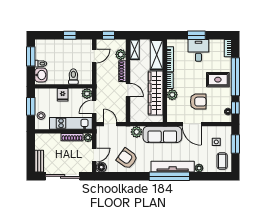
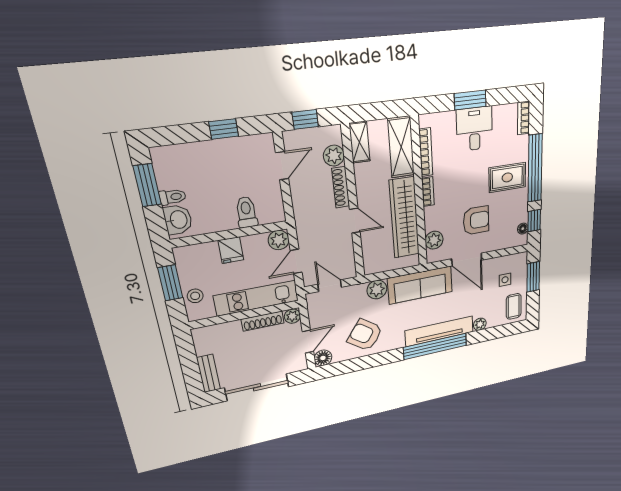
plant: (172, 95) -> (434, 240), moved

